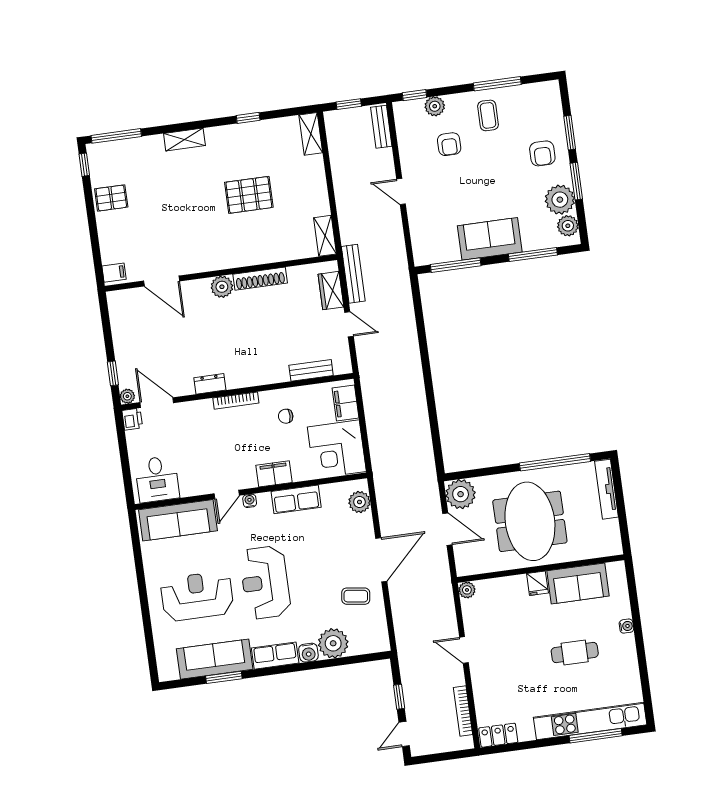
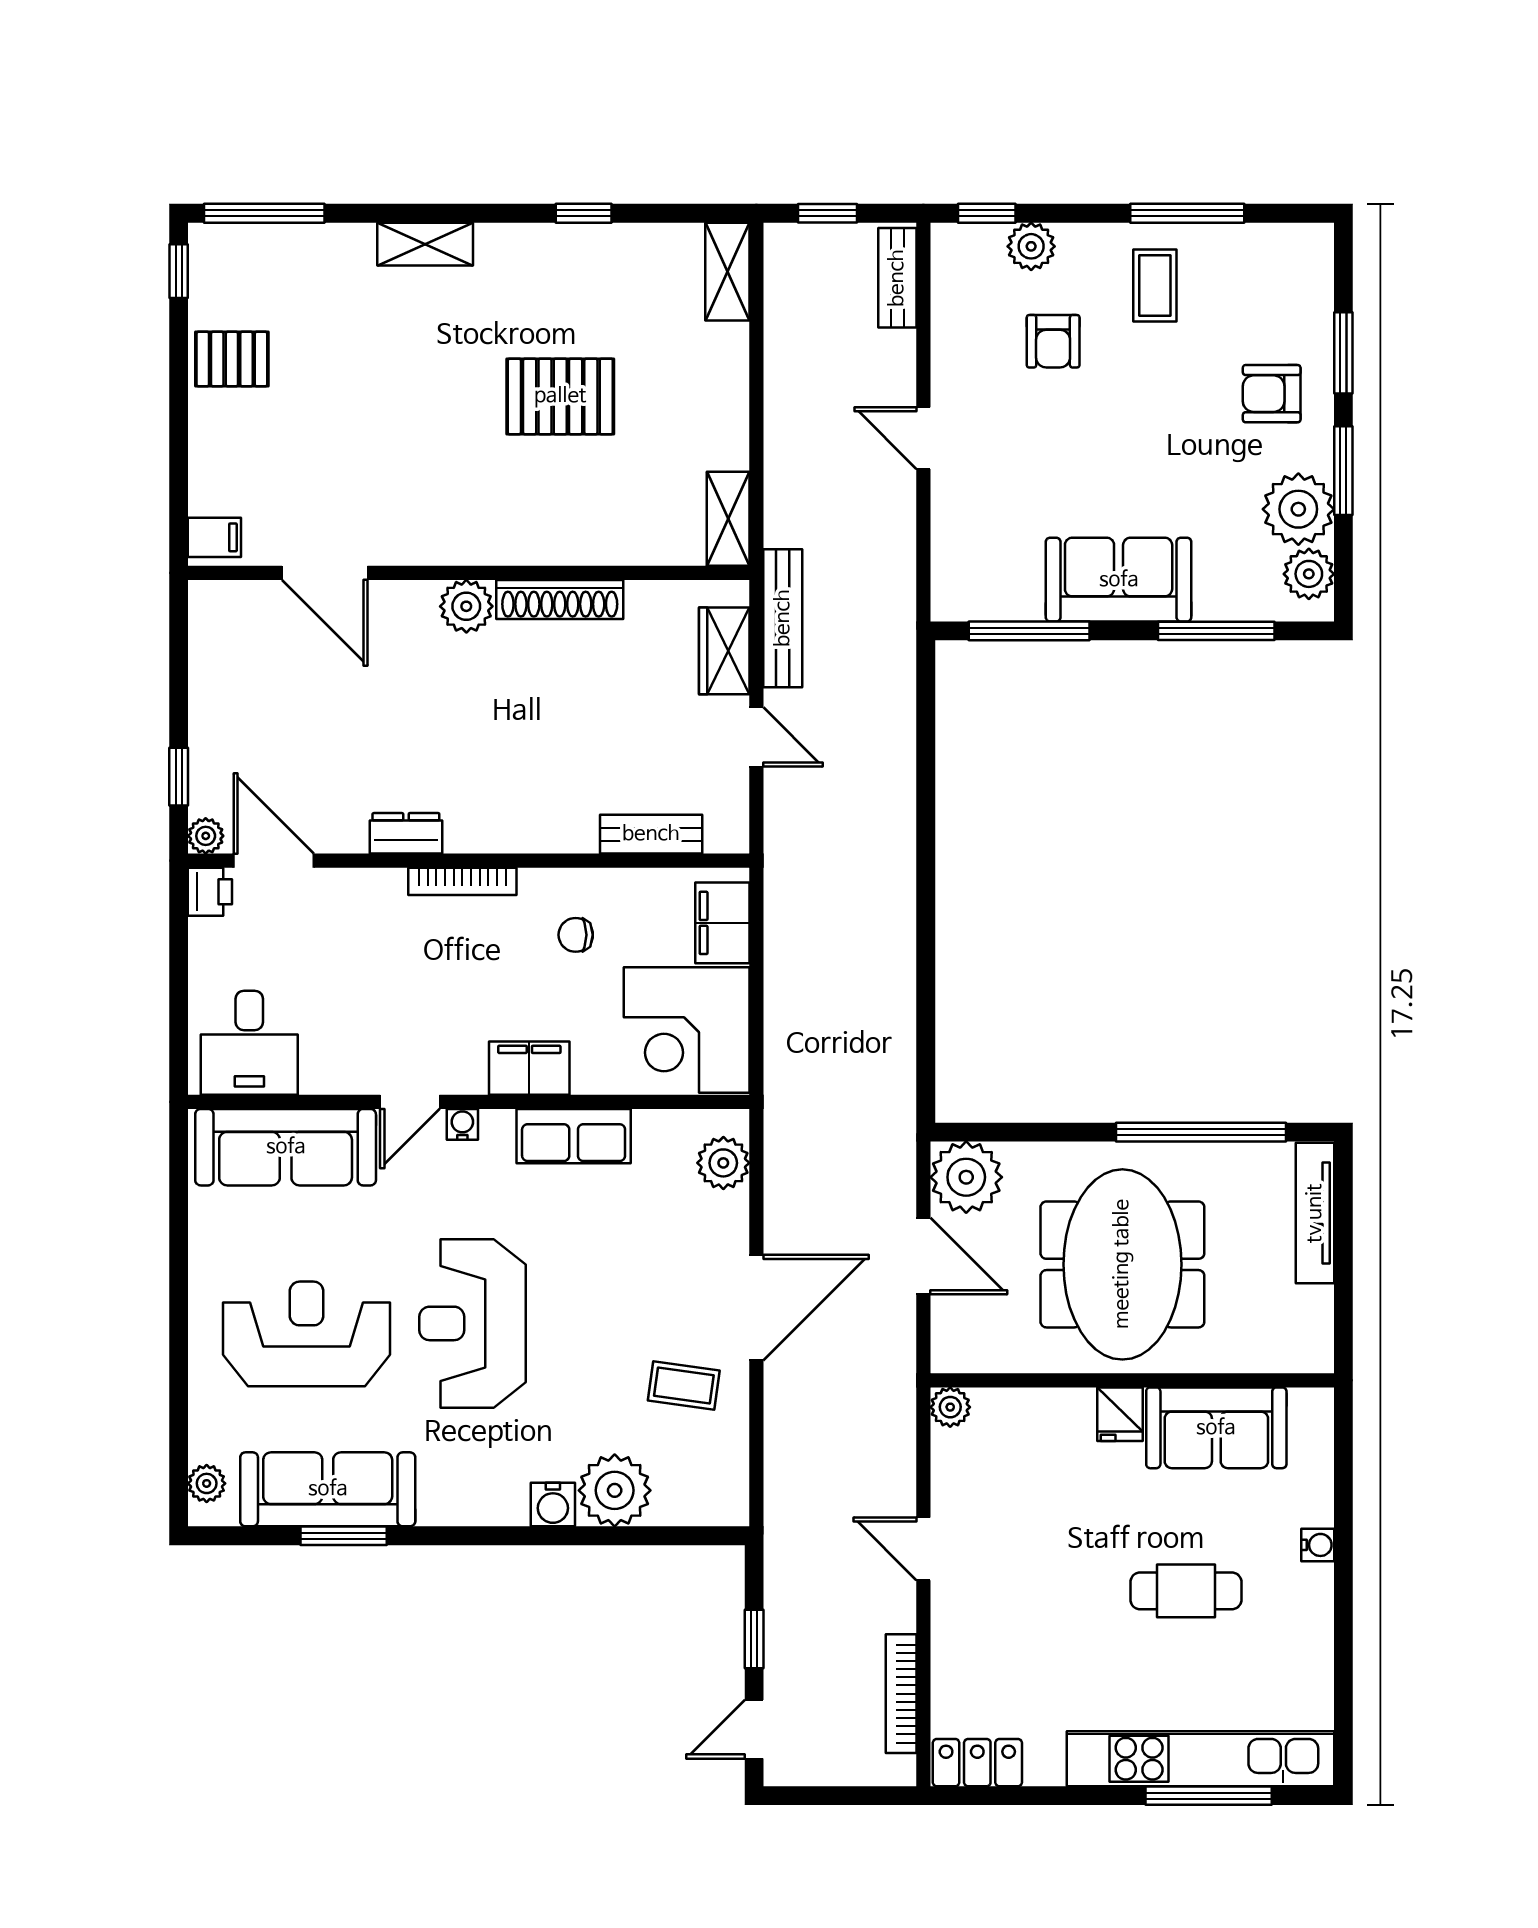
armchair: (542, 153) -> (1272, 394), turned 90
row of seats: (275, 656) -> (473, 1501), removed
plant: (164, 664) -> (207, 1483), added

